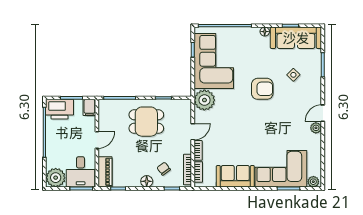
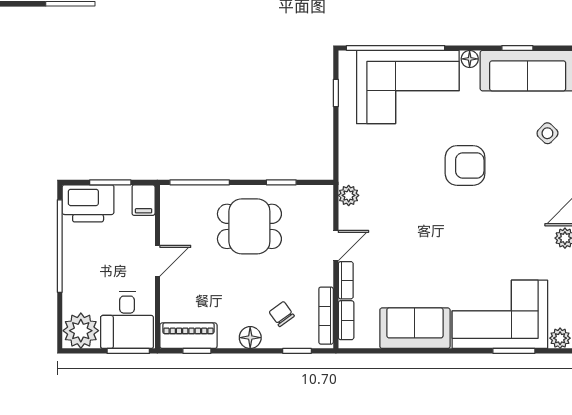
corner sofa: (214, 61) -> (408, 87), moved, turned 90
side table: (293, 75) -> (547, 133), moved
plant: (204, 100) -> (349, 195), width x0.53, depth x0.53
piano: (105, 172) -> (188, 336), moved, turned -90

